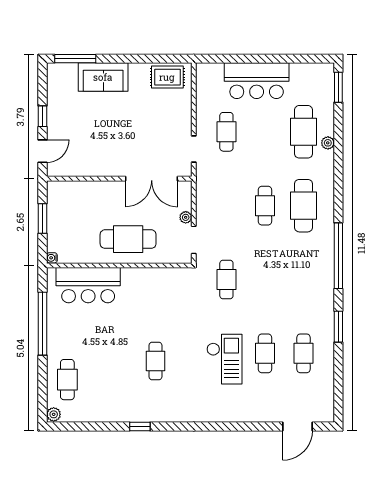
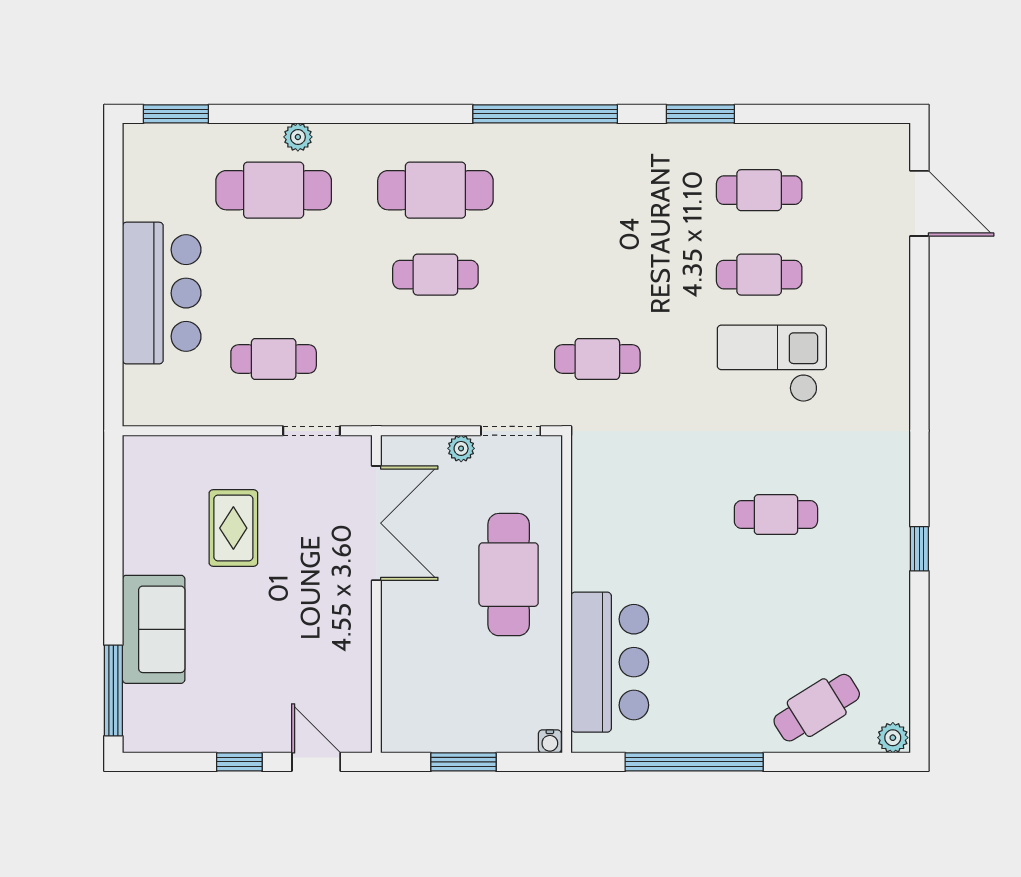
rug: (167, 77) -> (233, 528), moved
cafe table: (67, 380) -> (817, 708), turned -32

